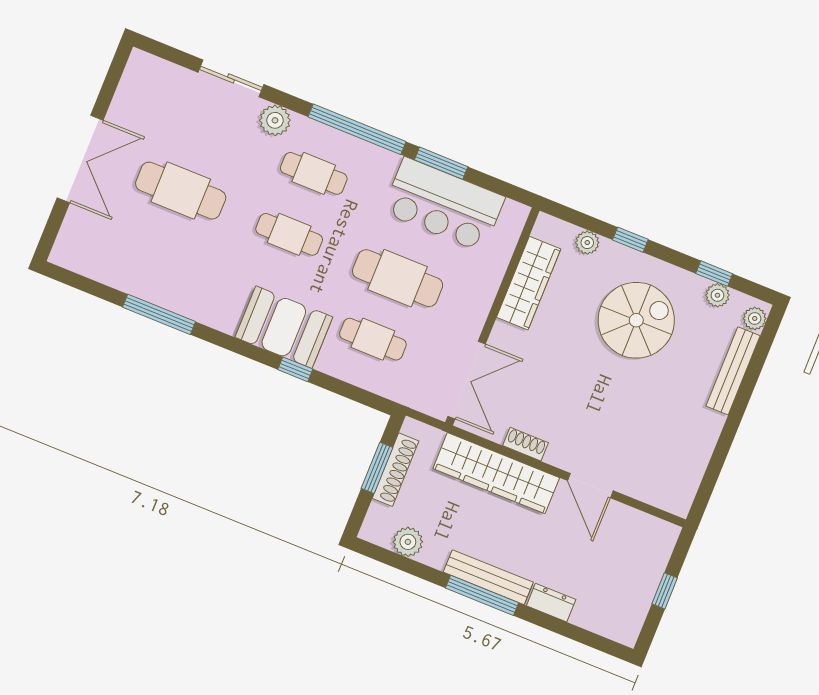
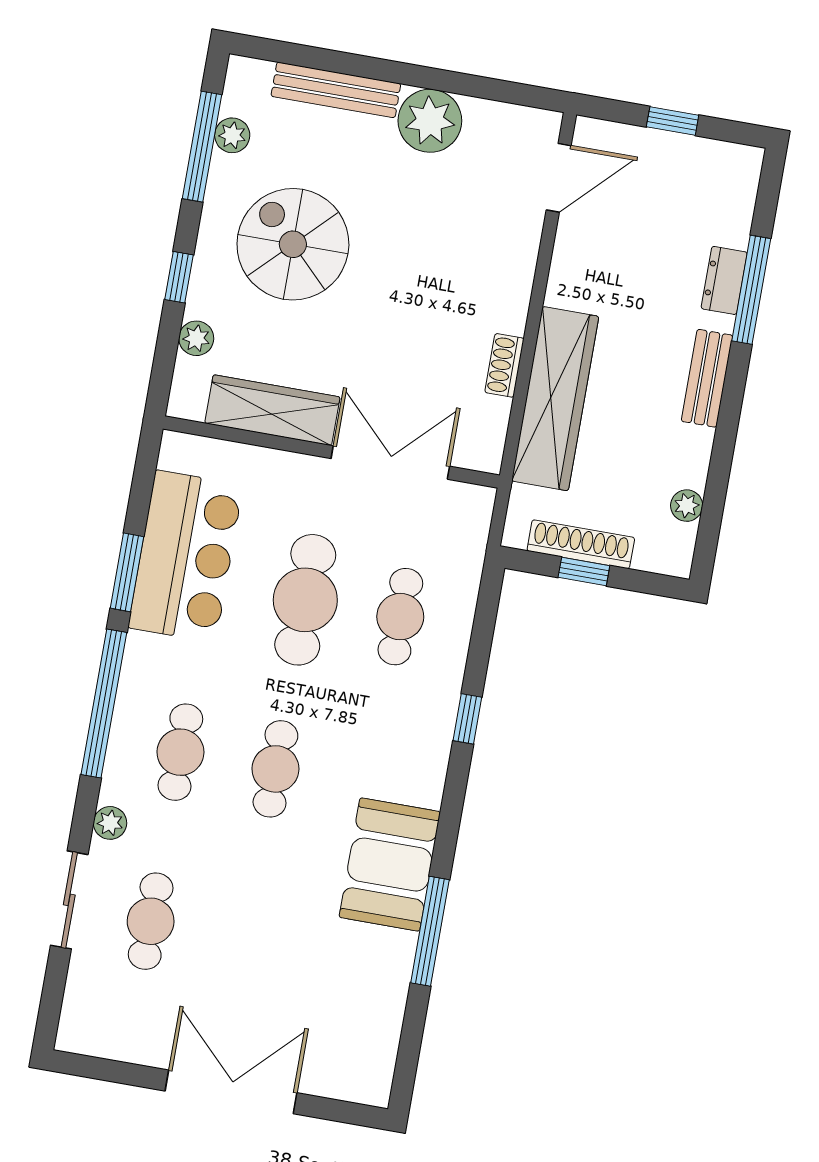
plant: (275, 120) -> (110, 823), width x0.73, depth x0.73
cafe table: (181, 191) -> (151, 921), moved, width x0.73, depth x0.74
window: (714, 274) -> (202, 147), width x2.17
plant: (755, 318) -> (430, 121), moved, width x1.88, depth x1.88
booth: (284, 327) -> (390, 865), moved
double door: (467, 380) -> (390, 462), moved
window: (377, 468) -> (584, 571), width x0.67
door: (590, 486) -> (559, 178), moved
plant: (408, 542) -> (687, 506), width x0.73, depth x0.73
bench: (488, 577) -> (707, 378), width x0.73
window: (482, 595) -> (751, 290), moved

